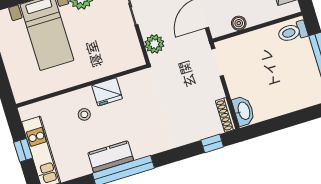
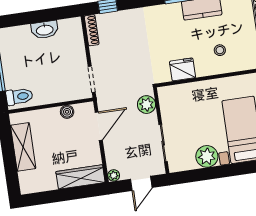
fridge: (107, 92) -> (183, 69), moved
washbasin: (243, 111) -> (45, 30), moved, turned -90

